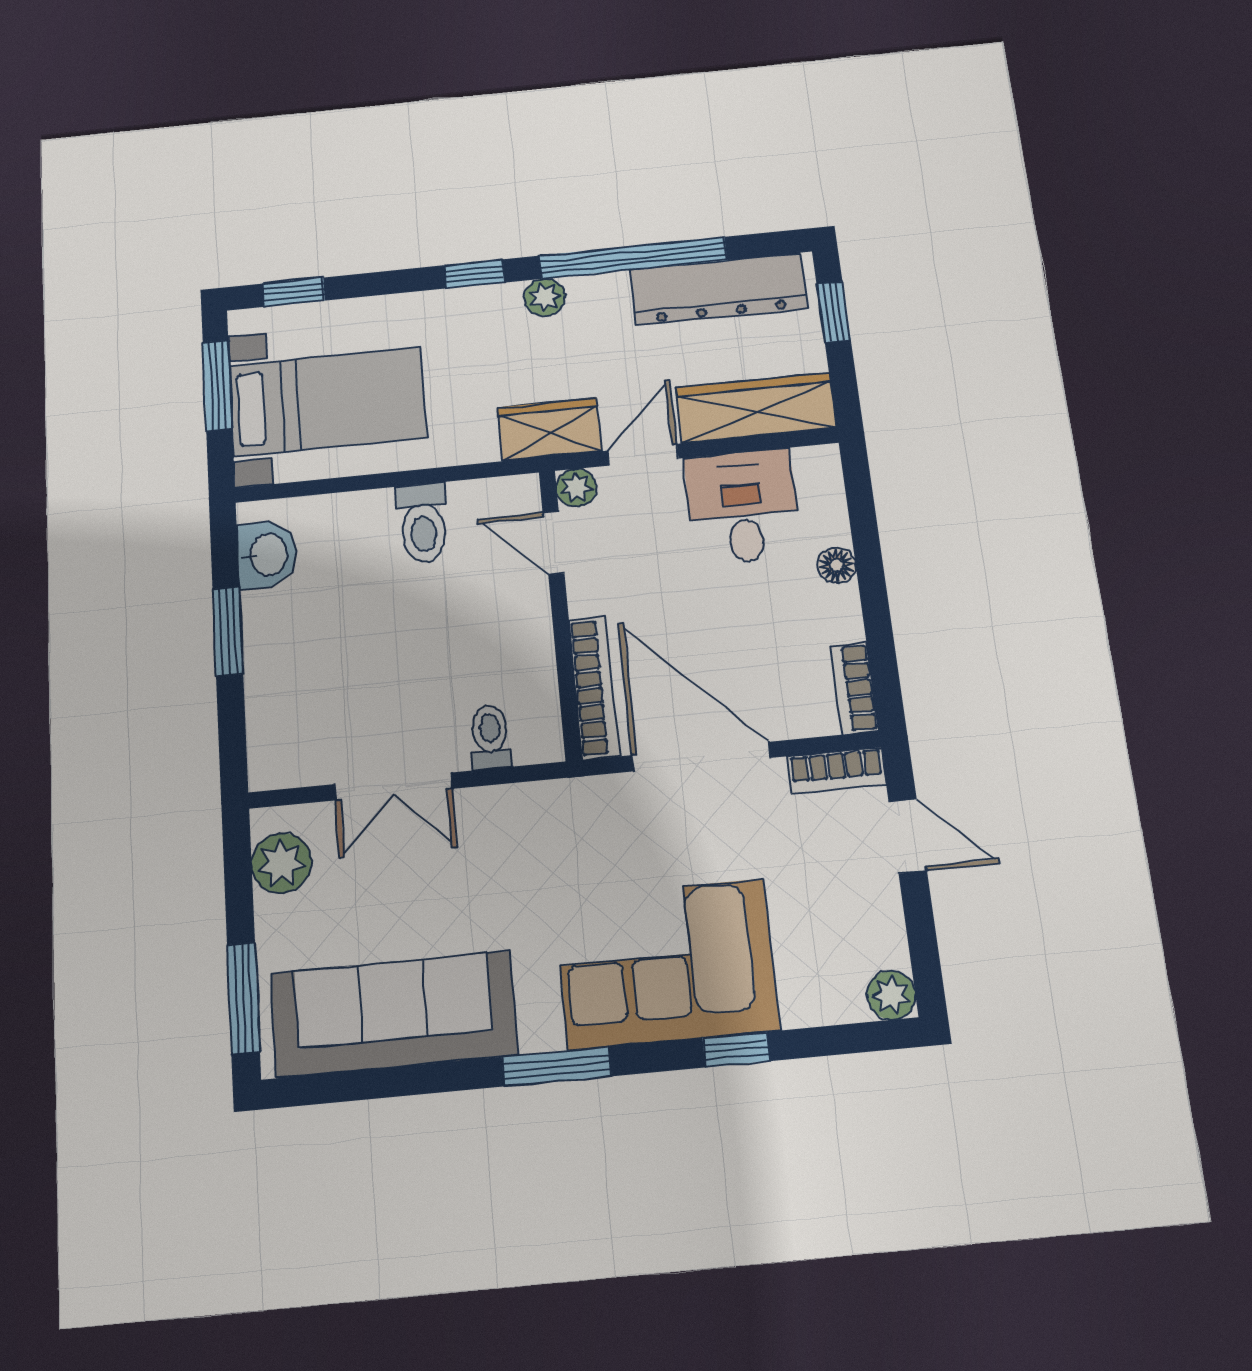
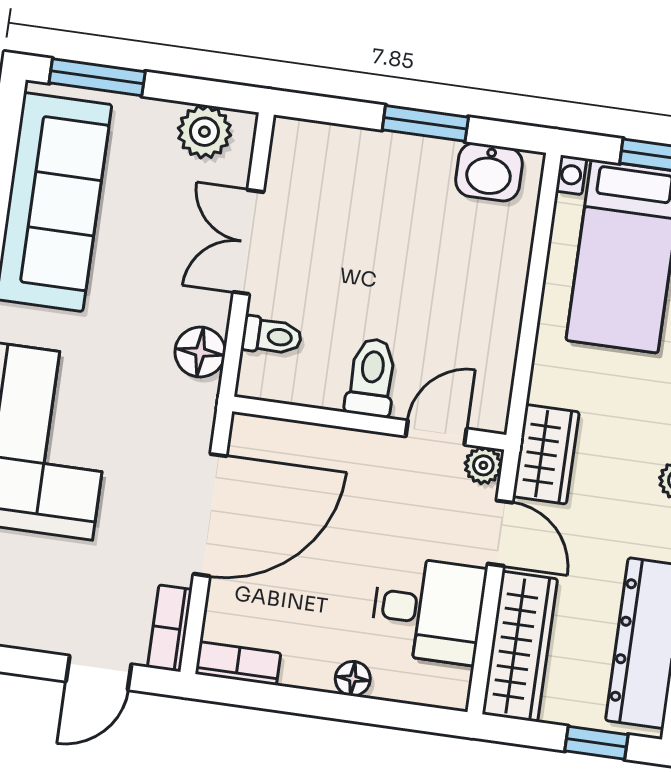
toilet: (423, 523) -> (371, 377), moved, turned 90
bookcase: (594, 687) -> (294, 437), removed
floor lamp: (525, 810) -> (200, 352), added

